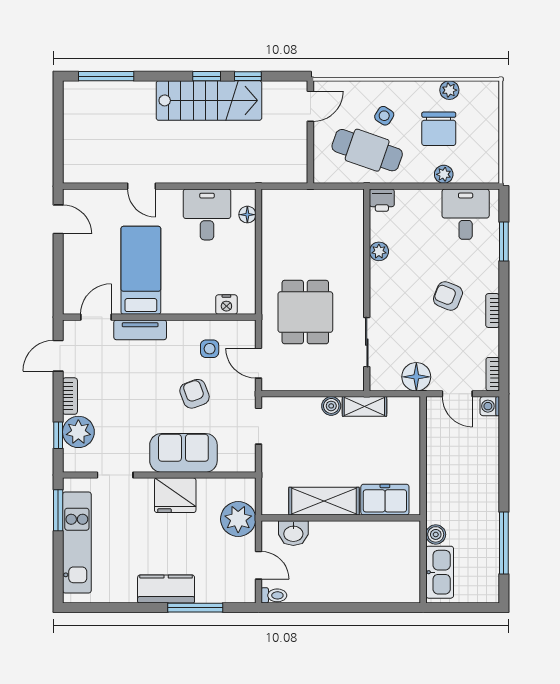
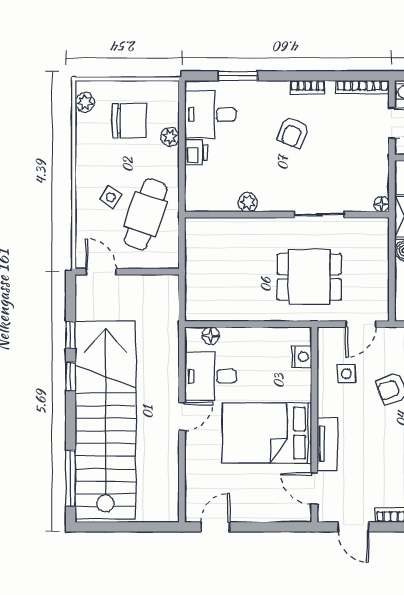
plant: (449, 90) -> (85, 102), moved
stairs: (209, 100) -> (105, 420), width x1.86, depth x1.51
chair: (439, 129) -> (129, 121), moved
door: (141, 186) -> (182, 417), moved
printer: (382, 200) -> (196, 153), moved
bed: (141, 270) -> (267, 433), width x1.50
sliding door: (367, 342) -> (319, 215), moved
bookcase: (493, 374) -> (362, 87), width x1.56
floor lamp: (416, 377) -> (382, 204), moved, width x0.53, depth x0.53

